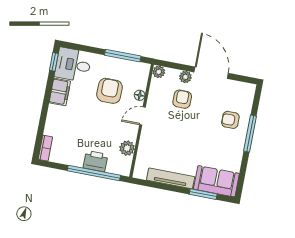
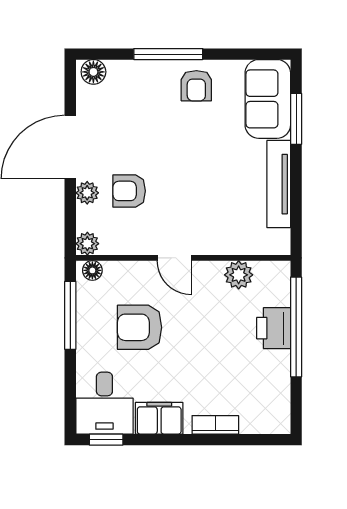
floor lamp: (248, 92) -> (93, 72), added
floor lamp: (140, 95) -> (92, 270), moved
armchair: (230, 120) -> (196, 86), moved
bookcase: (45, 148) -> (215, 425), moved

